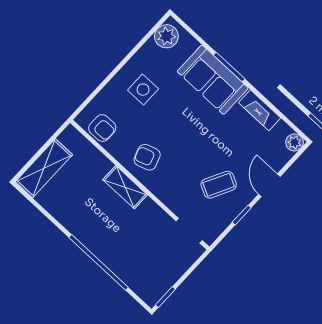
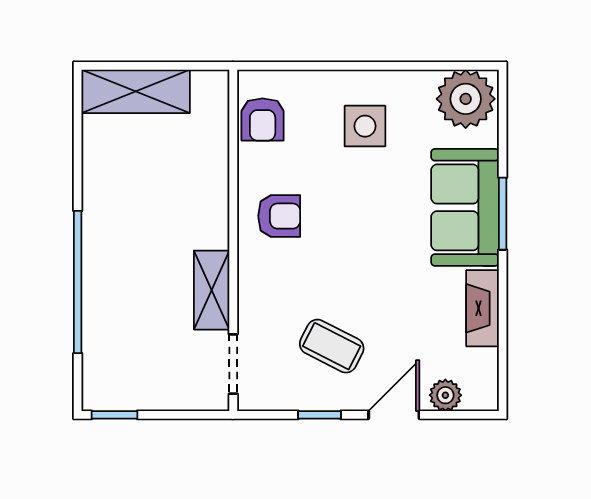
plant: (166, 36) -> (466, 99), width x1.36, depth x1.36
plant: (295, 142) -> (445, 395), moved
armchair: (147, 157) -> (279, 216), turned 109
shelving: (125, 187) -> (212, 290), moved

